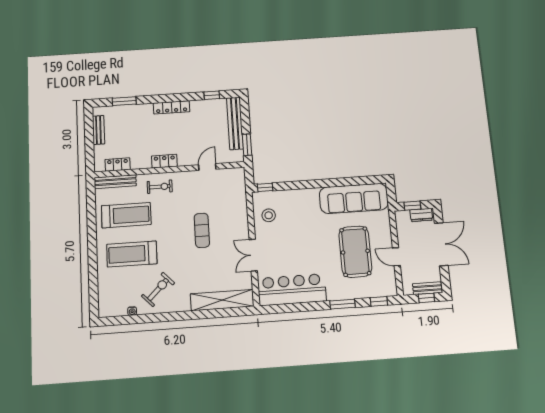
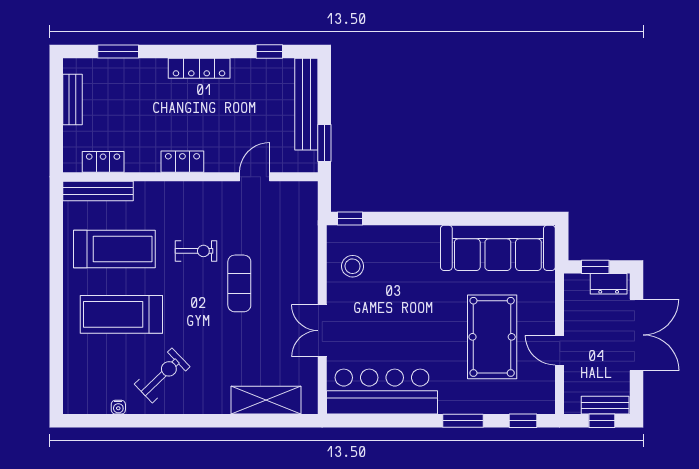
exercise bike: (160, 187) -> (196, 251), moved
shelving: (222, 300) -> (266, 400), width x0.68

